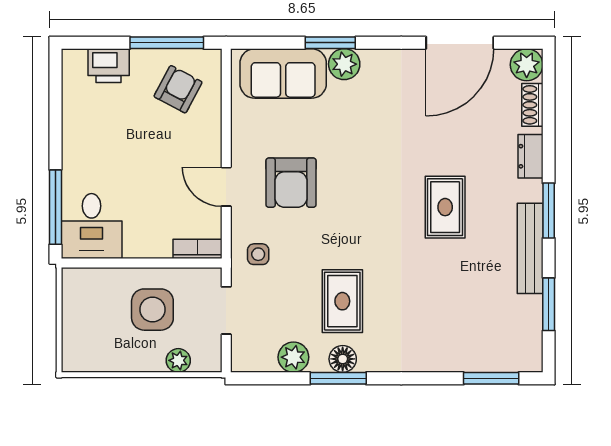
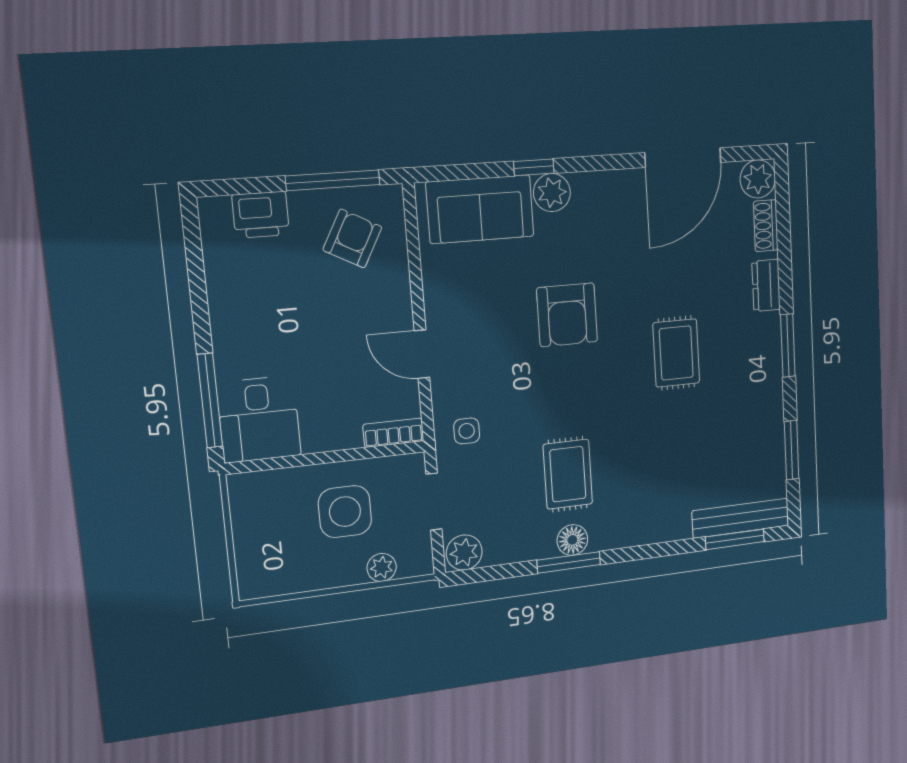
window: (330, 43) -> (534, 167), width x0.67
armchair: (291, 183) -> (567, 315), moved
bench: (530, 248) -> (741, 518), moved, turned 90
plant: (293, 357) -> (464, 553), moved

